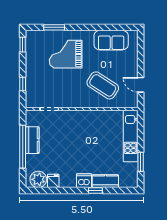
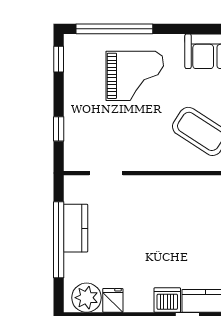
window: (54, 27) -> (114, 29), width x2.11
grand piano: (66, 54) -> (135, 76), turned 180

